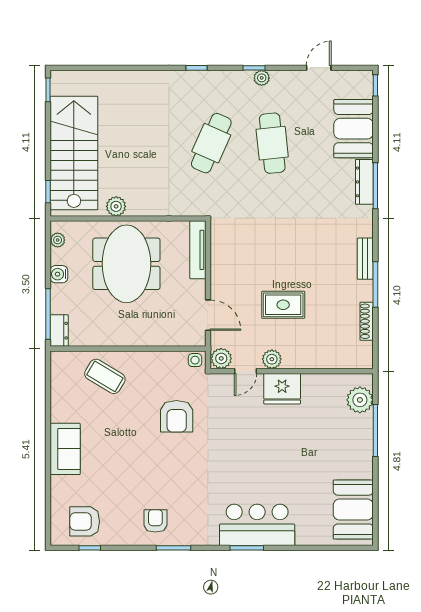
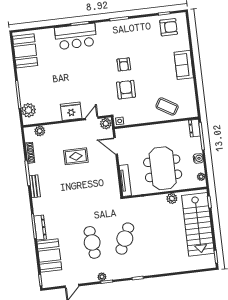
plant: (272, 359) -> (40, 131), moved
armchair: (155, 521) -> (124, 64), moved

